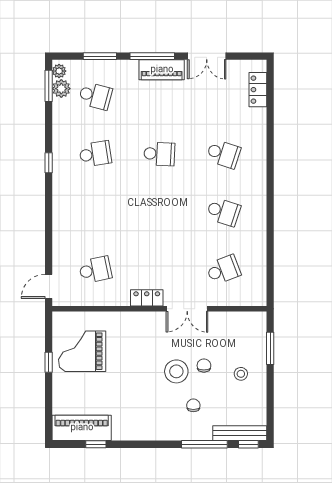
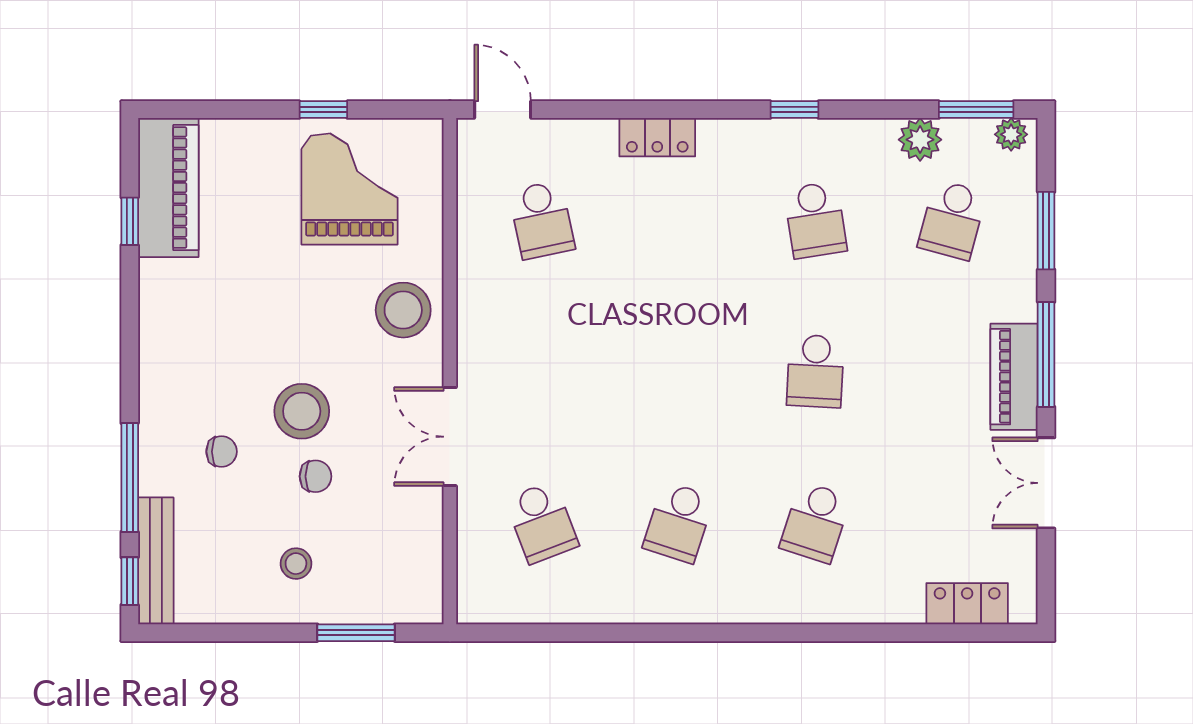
plant: (61, 89) -> (920, 140), moved
locker: (147, 298) -> (657, 137), moved, turned 90
stool: (133, 328) -> (403, 310), added

